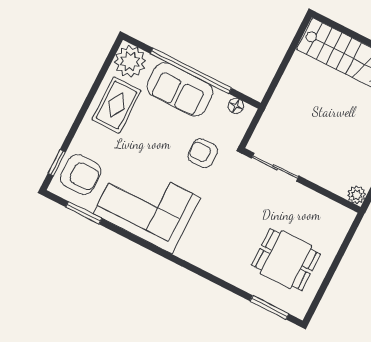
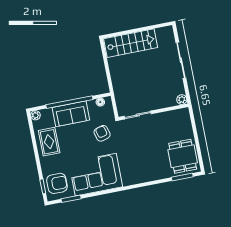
plant: (130, 62) -> (35, 115), width x0.53, depth x0.53
armchair: (203, 153) -> (102, 133), turned 74
dining table: (286, 260) -> (183, 156), moved, turned 90

